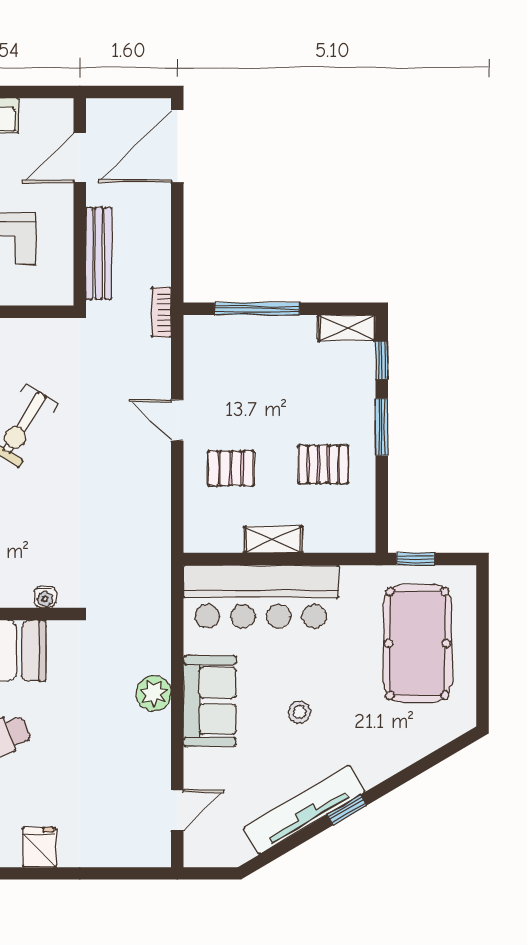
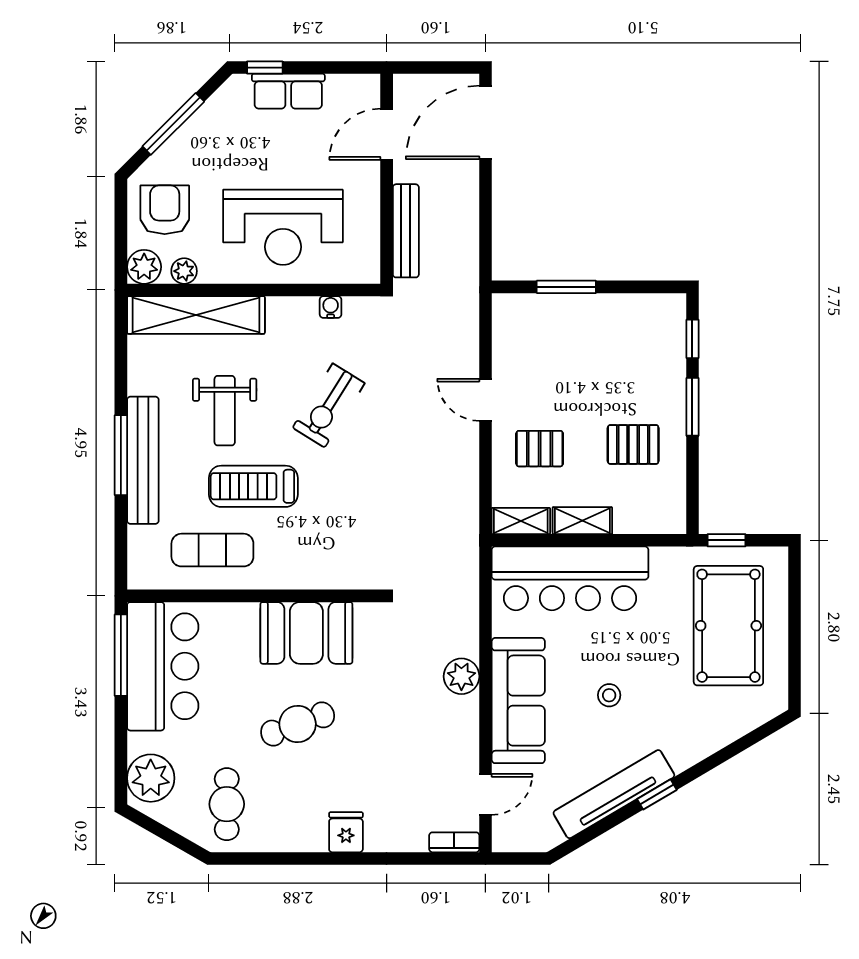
window: (257, 309) -> (566, 287), width x0.69
bookcase: (161, 312) -> (454, 842), moved, turned 90
shelving: (347, 328) -> (521, 521), moved
water cooler: (45, 597) -> (331, 307), moved, turned 180
sofa: (210, 701) -> (518, 701), width x1.36

